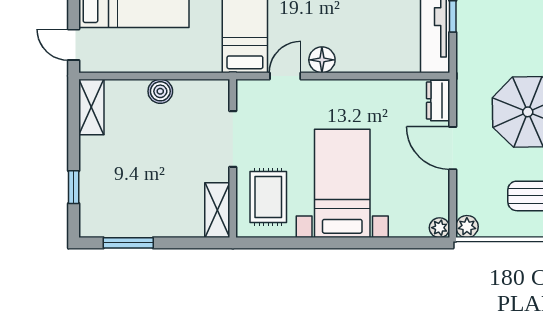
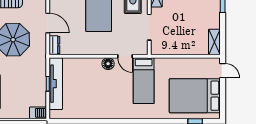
door: (285, 76) -> (125, 56), hinge flipped
boiler: (160, 91) -> (183, 49), removed

